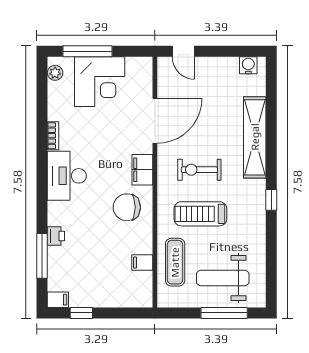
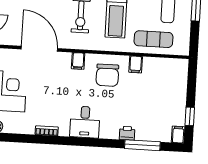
filing cabinet: (142, 170) -> (78, 61), width x0.50
desk: (67, 176) -> (85, 122), width x0.73
filing cabinet: (142, 262) -> (136, 64), moved

